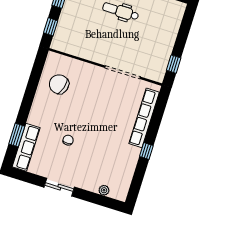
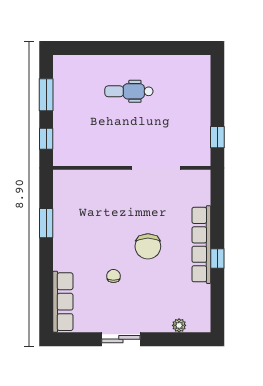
chair: (59, 84) -> (148, 246), moved, turned -107
row of seats: (144, 118) -> (201, 245), moved
window: (17, 135) -> (46, 223), moved

